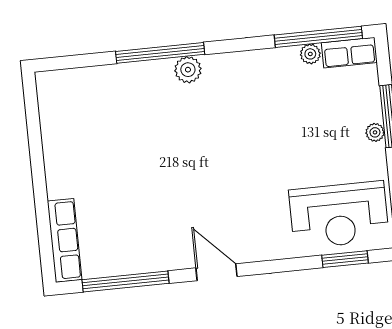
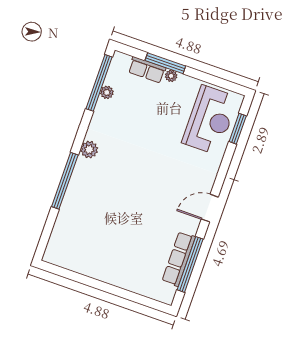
row of seats: (349, 53) -> (147, 70), moved, turned 90
plant: (188, 70) -> (89, 150), moved
row of seats: (65, 240) -> (179, 259), moved, turned -90

